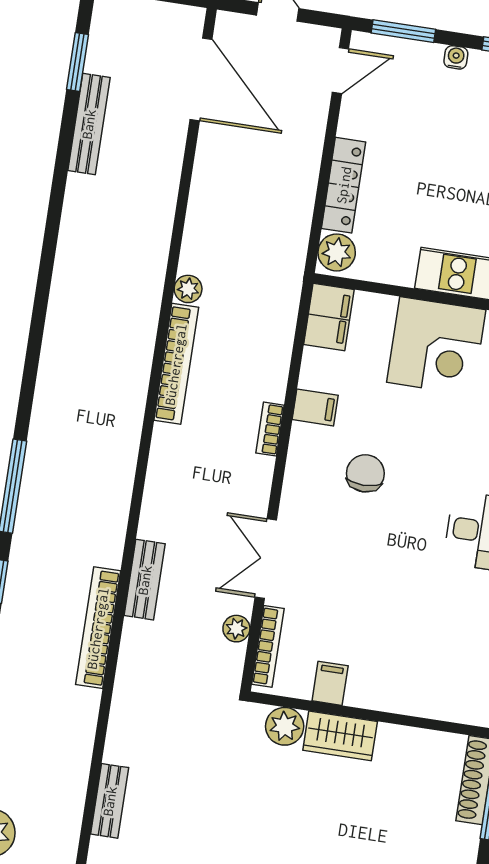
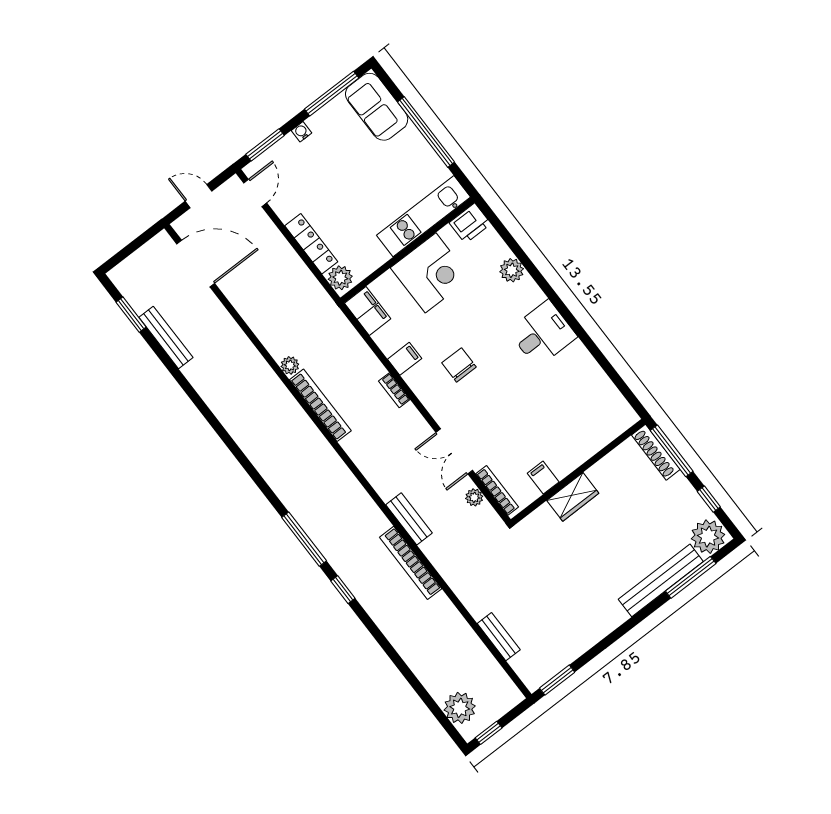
plant: (285, 726) -> (543, 519), removed

